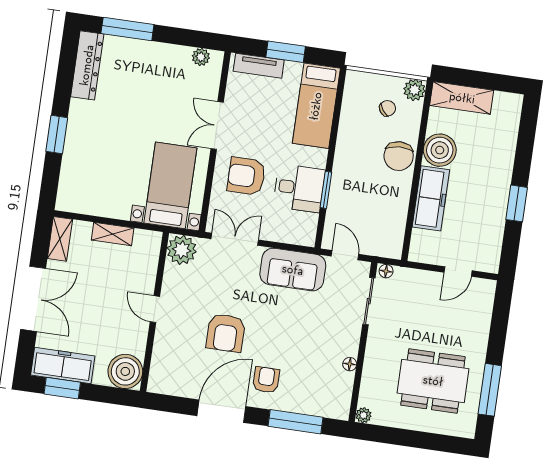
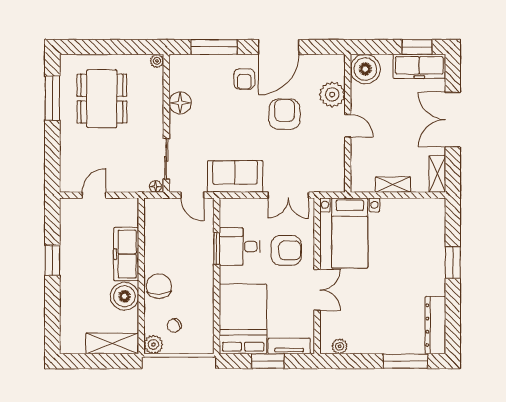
bed: (316, 106) -> (243, 319), width x1.50
plant: (182, 250) -> (332, 94), moved
floor lamp: (350, 364) -> (180, 103), width x1.89, depth x1.89
dining table: (433, 381) -> (102, 99), turned 90

